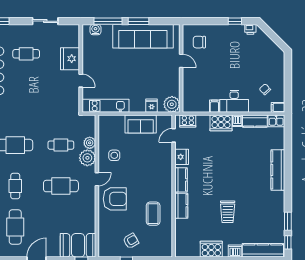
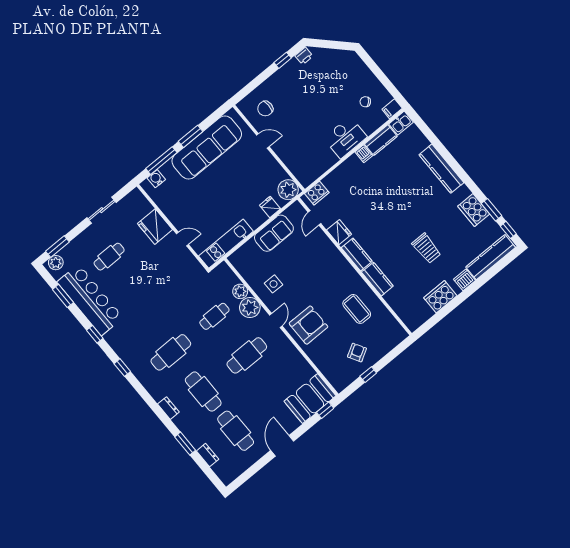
filing cabinet: (214, 106) -> (330, 158), removed
cooker: (221, 123) -> (474, 210), moved, turned 90
cafe table: (15, 186) -> (203, 392), width x1.37, depth x1.35

